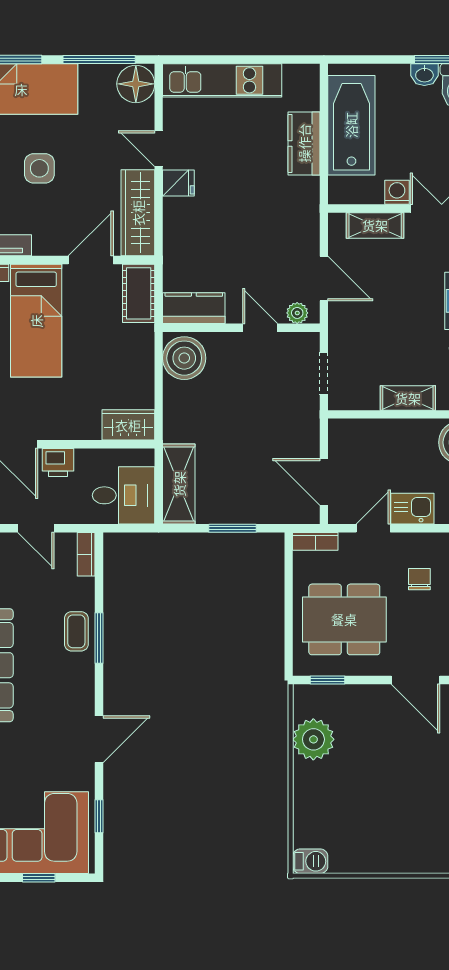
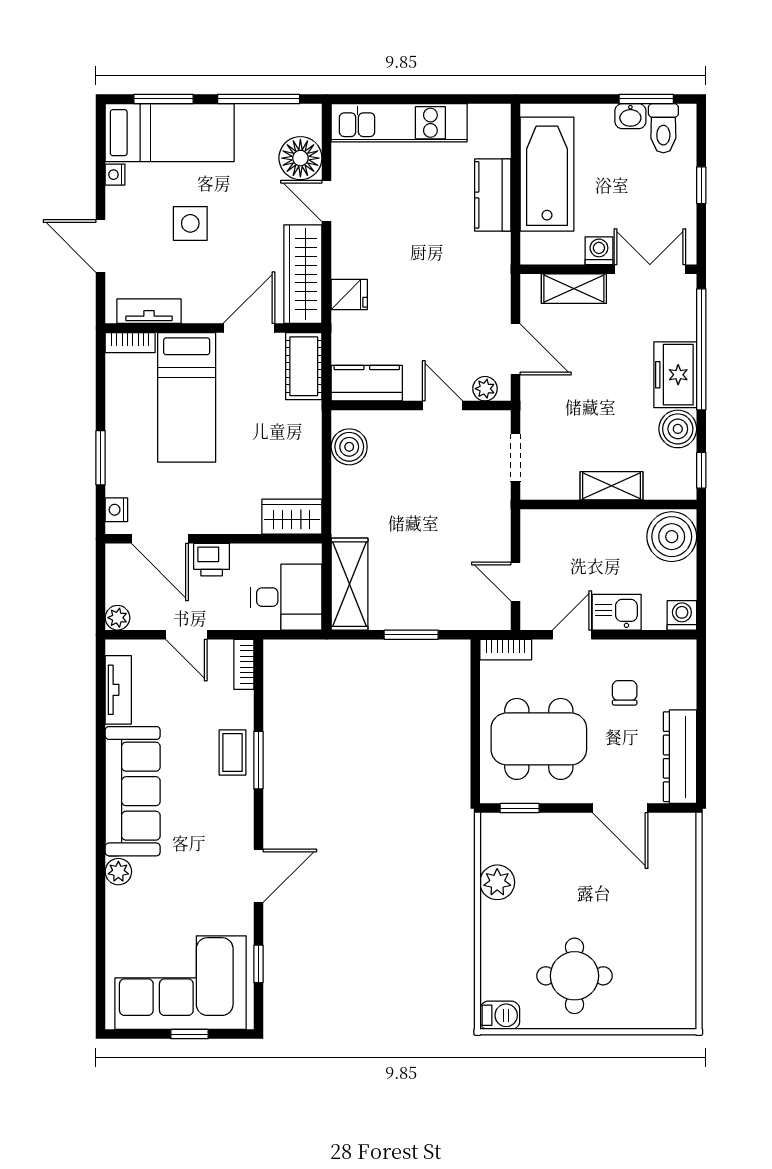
floor lamp: (136, 84) -> (300, 158), moved
fridge: (178, 183) -> (349, 294), moved
boiler: (184, 358) -> (349, 447), width x0.73, depth x0.73
door: (324, 482) -> (515, 582), width x0.73
plant: (313, 739) -> (497, 882), width x0.73, depth x0.73
round table: (376, 827) -> (574, 976), added

